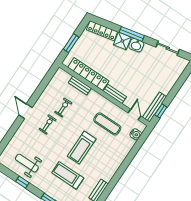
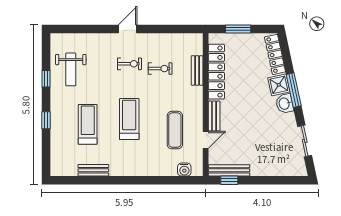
door: (134, 115) -> (206, 140), moved
treadmill: (82, 148) -> (129, 119), turned 90
weight bench: (27, 163) -> (71, 69), turned 180

